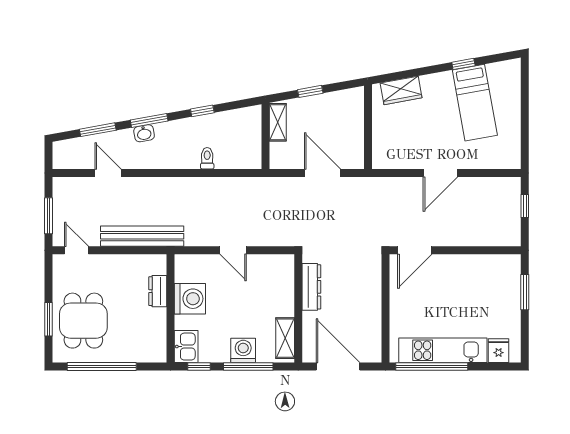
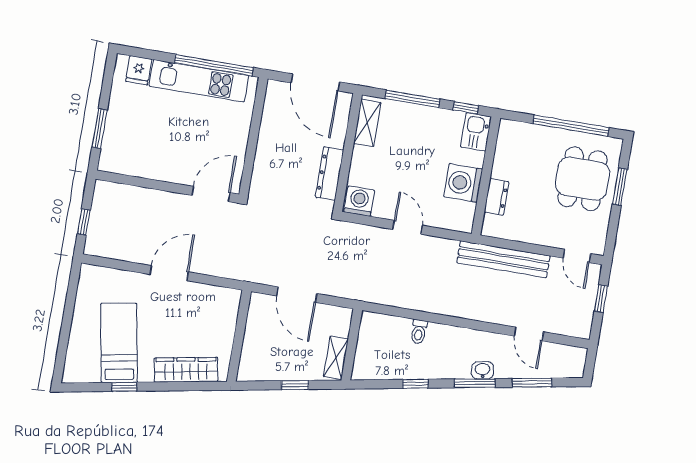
wardrobe: (401, 90) -> (186, 370), width x1.50
window: (49, 216) -> (601, 299), width x0.67
washing machine: (243, 350) -> (359, 201), moved, turned 180

